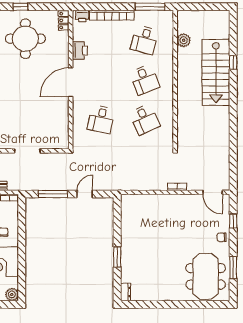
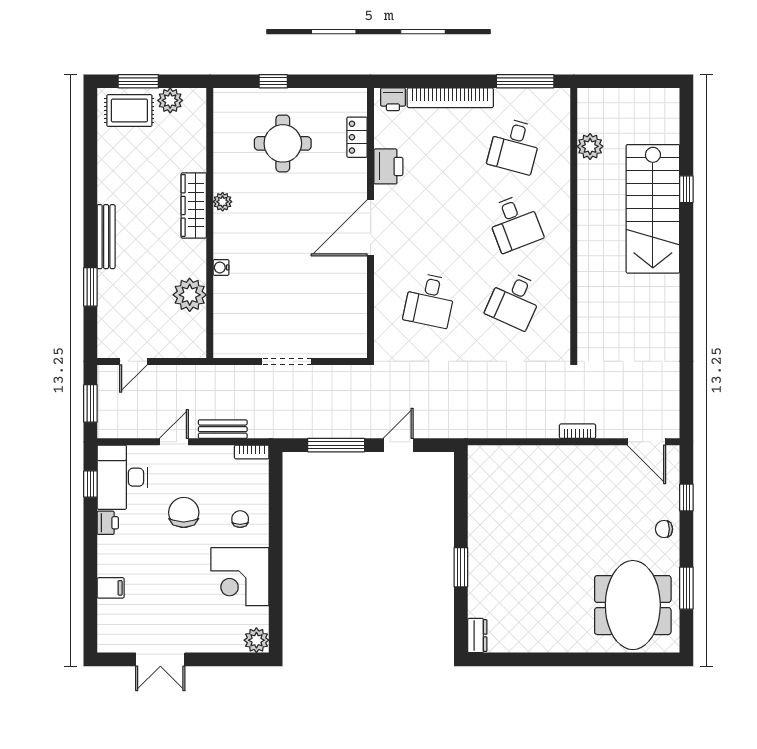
locker: (64, 21) -> (357, 137), moved
round table: (25, 39) -> (283, 143), width x0.73, depth x0.73
desk: (145, 119) -> (514, 300), turned 48

